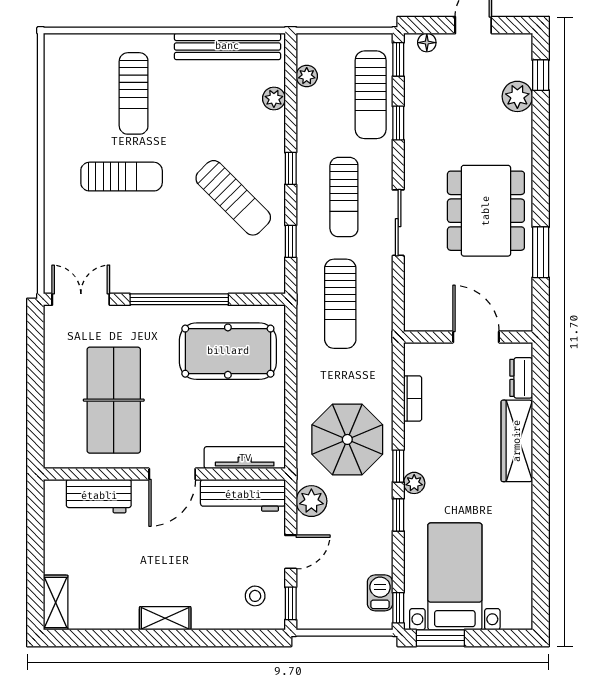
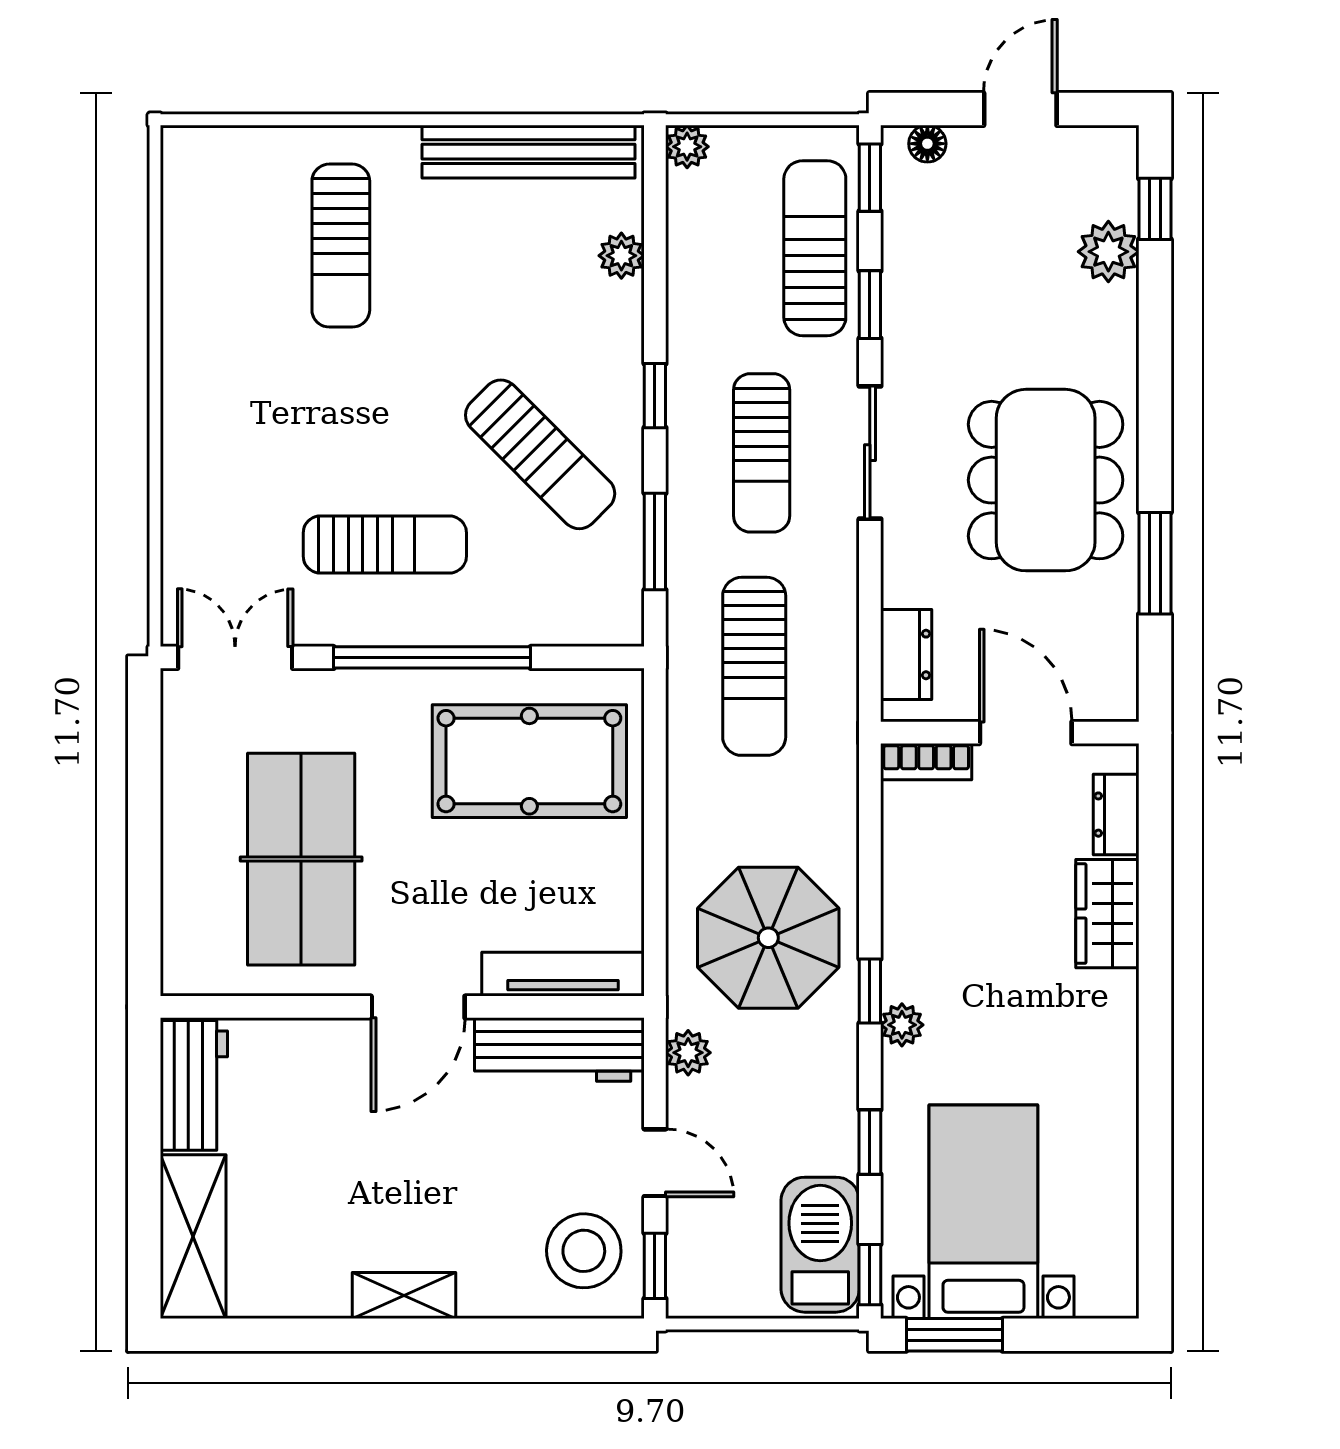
plant: (307, 76) -> (687, 147), moved
sun lounger: (371, 95) -> (815, 248), turned 180
sun lounger: (122, 177) -> (385, 545), moved
sliding door: (398, 223) -> (870, 453), moved
window: (291, 241) -> (655, 542), width x1.50
dresser: (416, 298) -> (906, 654), added
bookcase: (413, 399) -> (926, 762), moved, turned 90
wardrobe: (517, 441) -> (1107, 914), width x0.67
workbench: (99, 496) -> (194, 1085), moved, turned -90
plant: (311, 501) -> (688, 1053), width x0.73, depth x0.73
window: (398, 515) -> (870, 1142), moved
door: (291, 552) -> (655, 1163), hinge flipped
barbecue: (380, 593) -> (820, 1245), width x1.88, depth x1.53
stool: (255, 596) -> (584, 1251), width x1.89, depth x1.89
shelving: (56, 603) -> (193, 1237), width x1.50, depth x1.33

